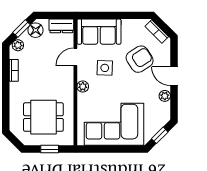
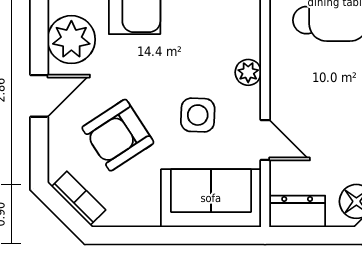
door: (75, 57) -> (265, 140), hinge flipped
door: (174, 76) -> (39, 96), hinge flipped
plant: (165, 96) -> (71, 40), width x1.87, depth x1.87

